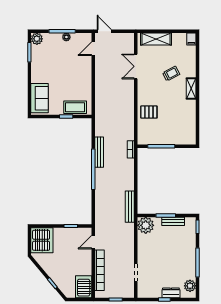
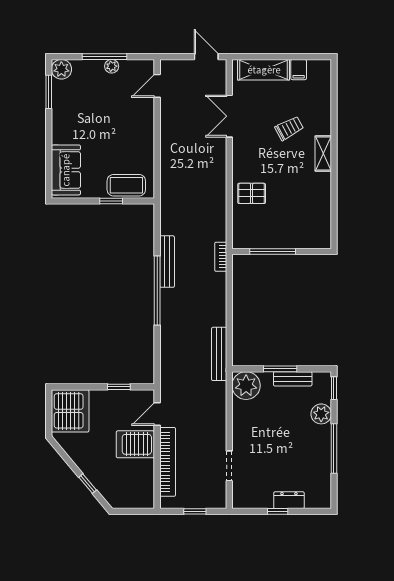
door: (104, 31) -> (206, 57), moved
filing cabinet: (191, 39) -> (299, 70), moved
plant: (190, 286) -> (321, 414), moved
server rack: (84, 287) -> (135, 444), moved, turned -90

